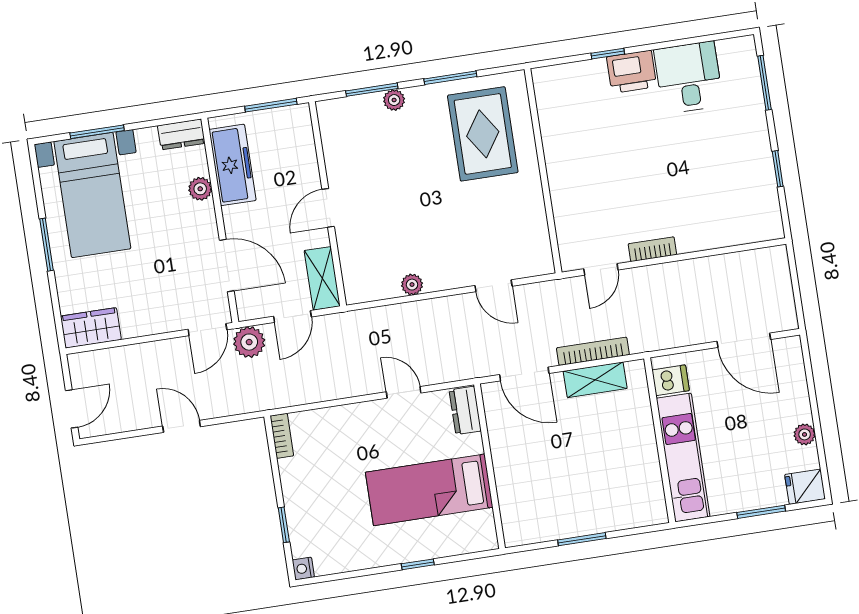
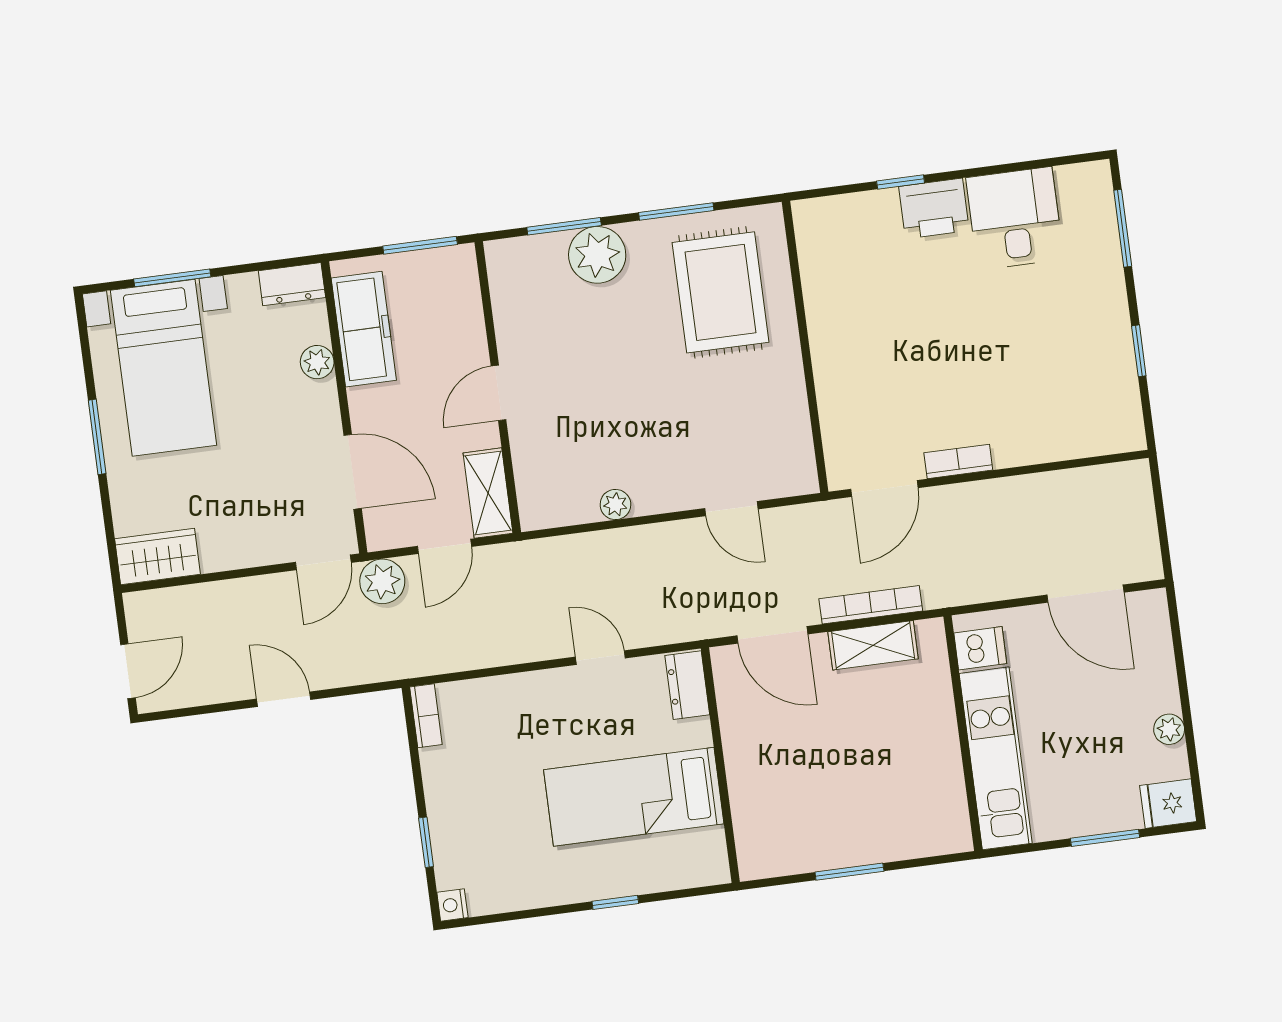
plant: (394, 100) -> (597, 255), width x1.88, depth x1.88
door: (601, 269) -> (884, 489), width x1.38

